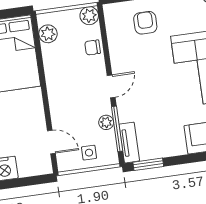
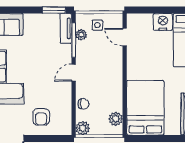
plant: (106, 122) -> (81, 35), moved

